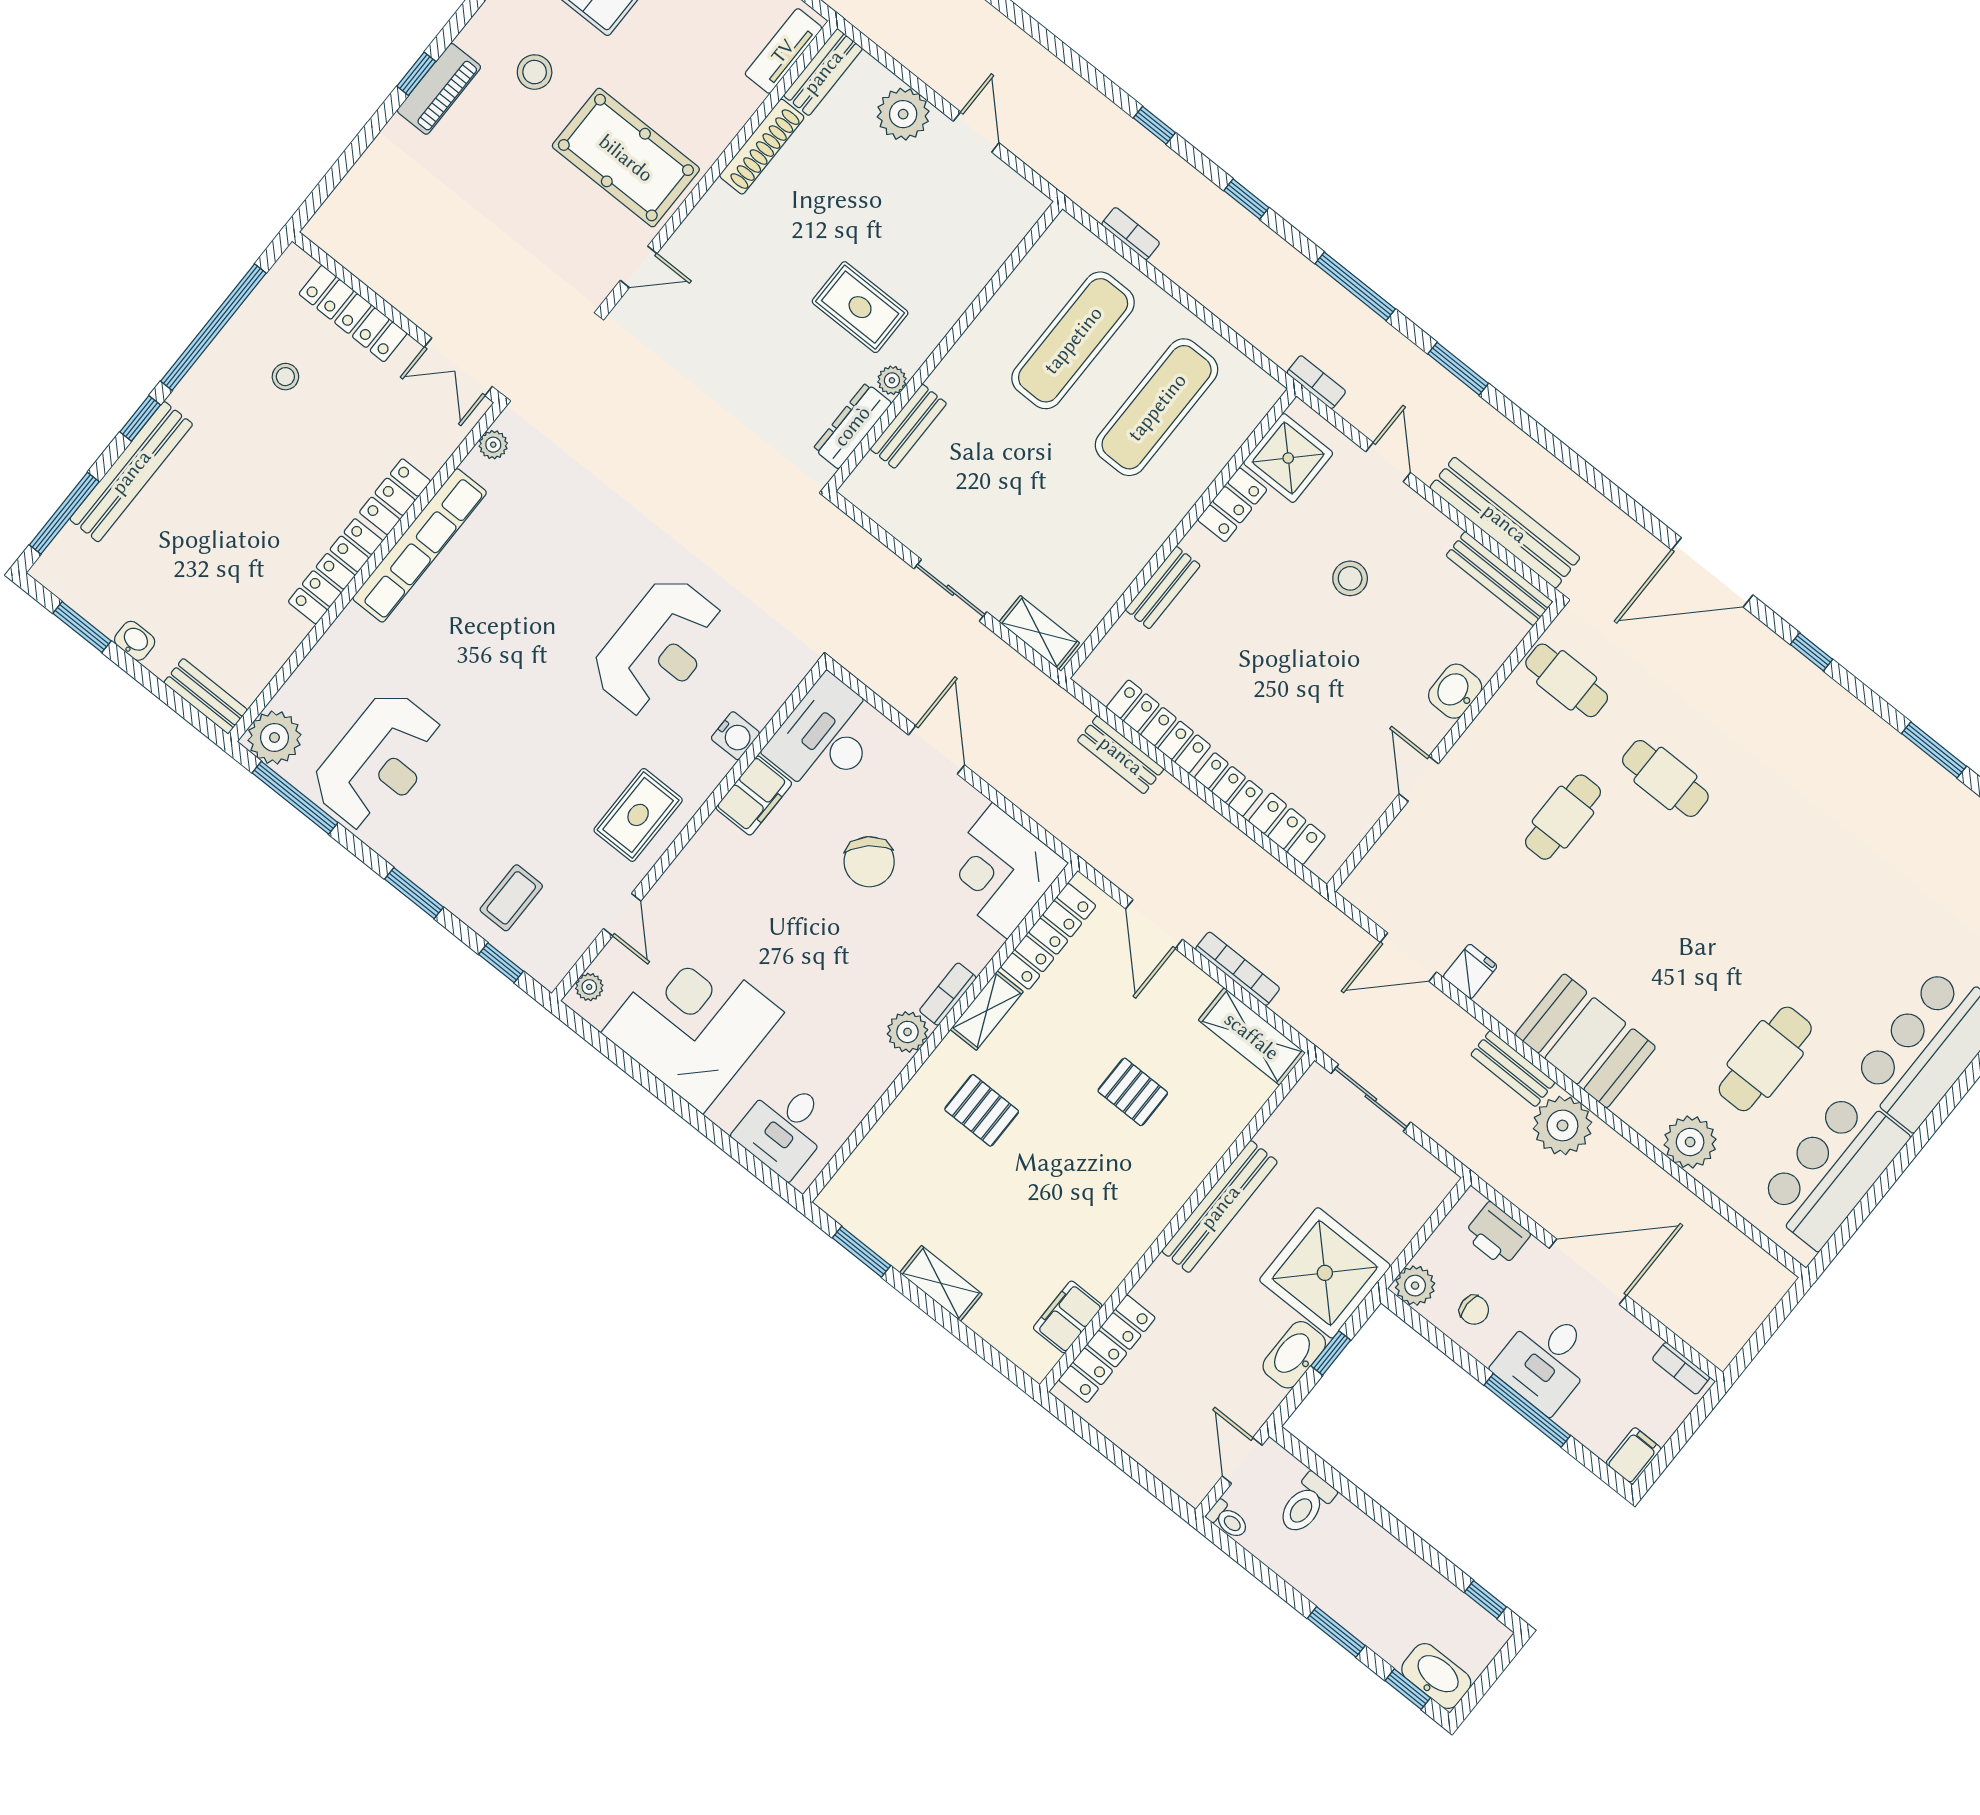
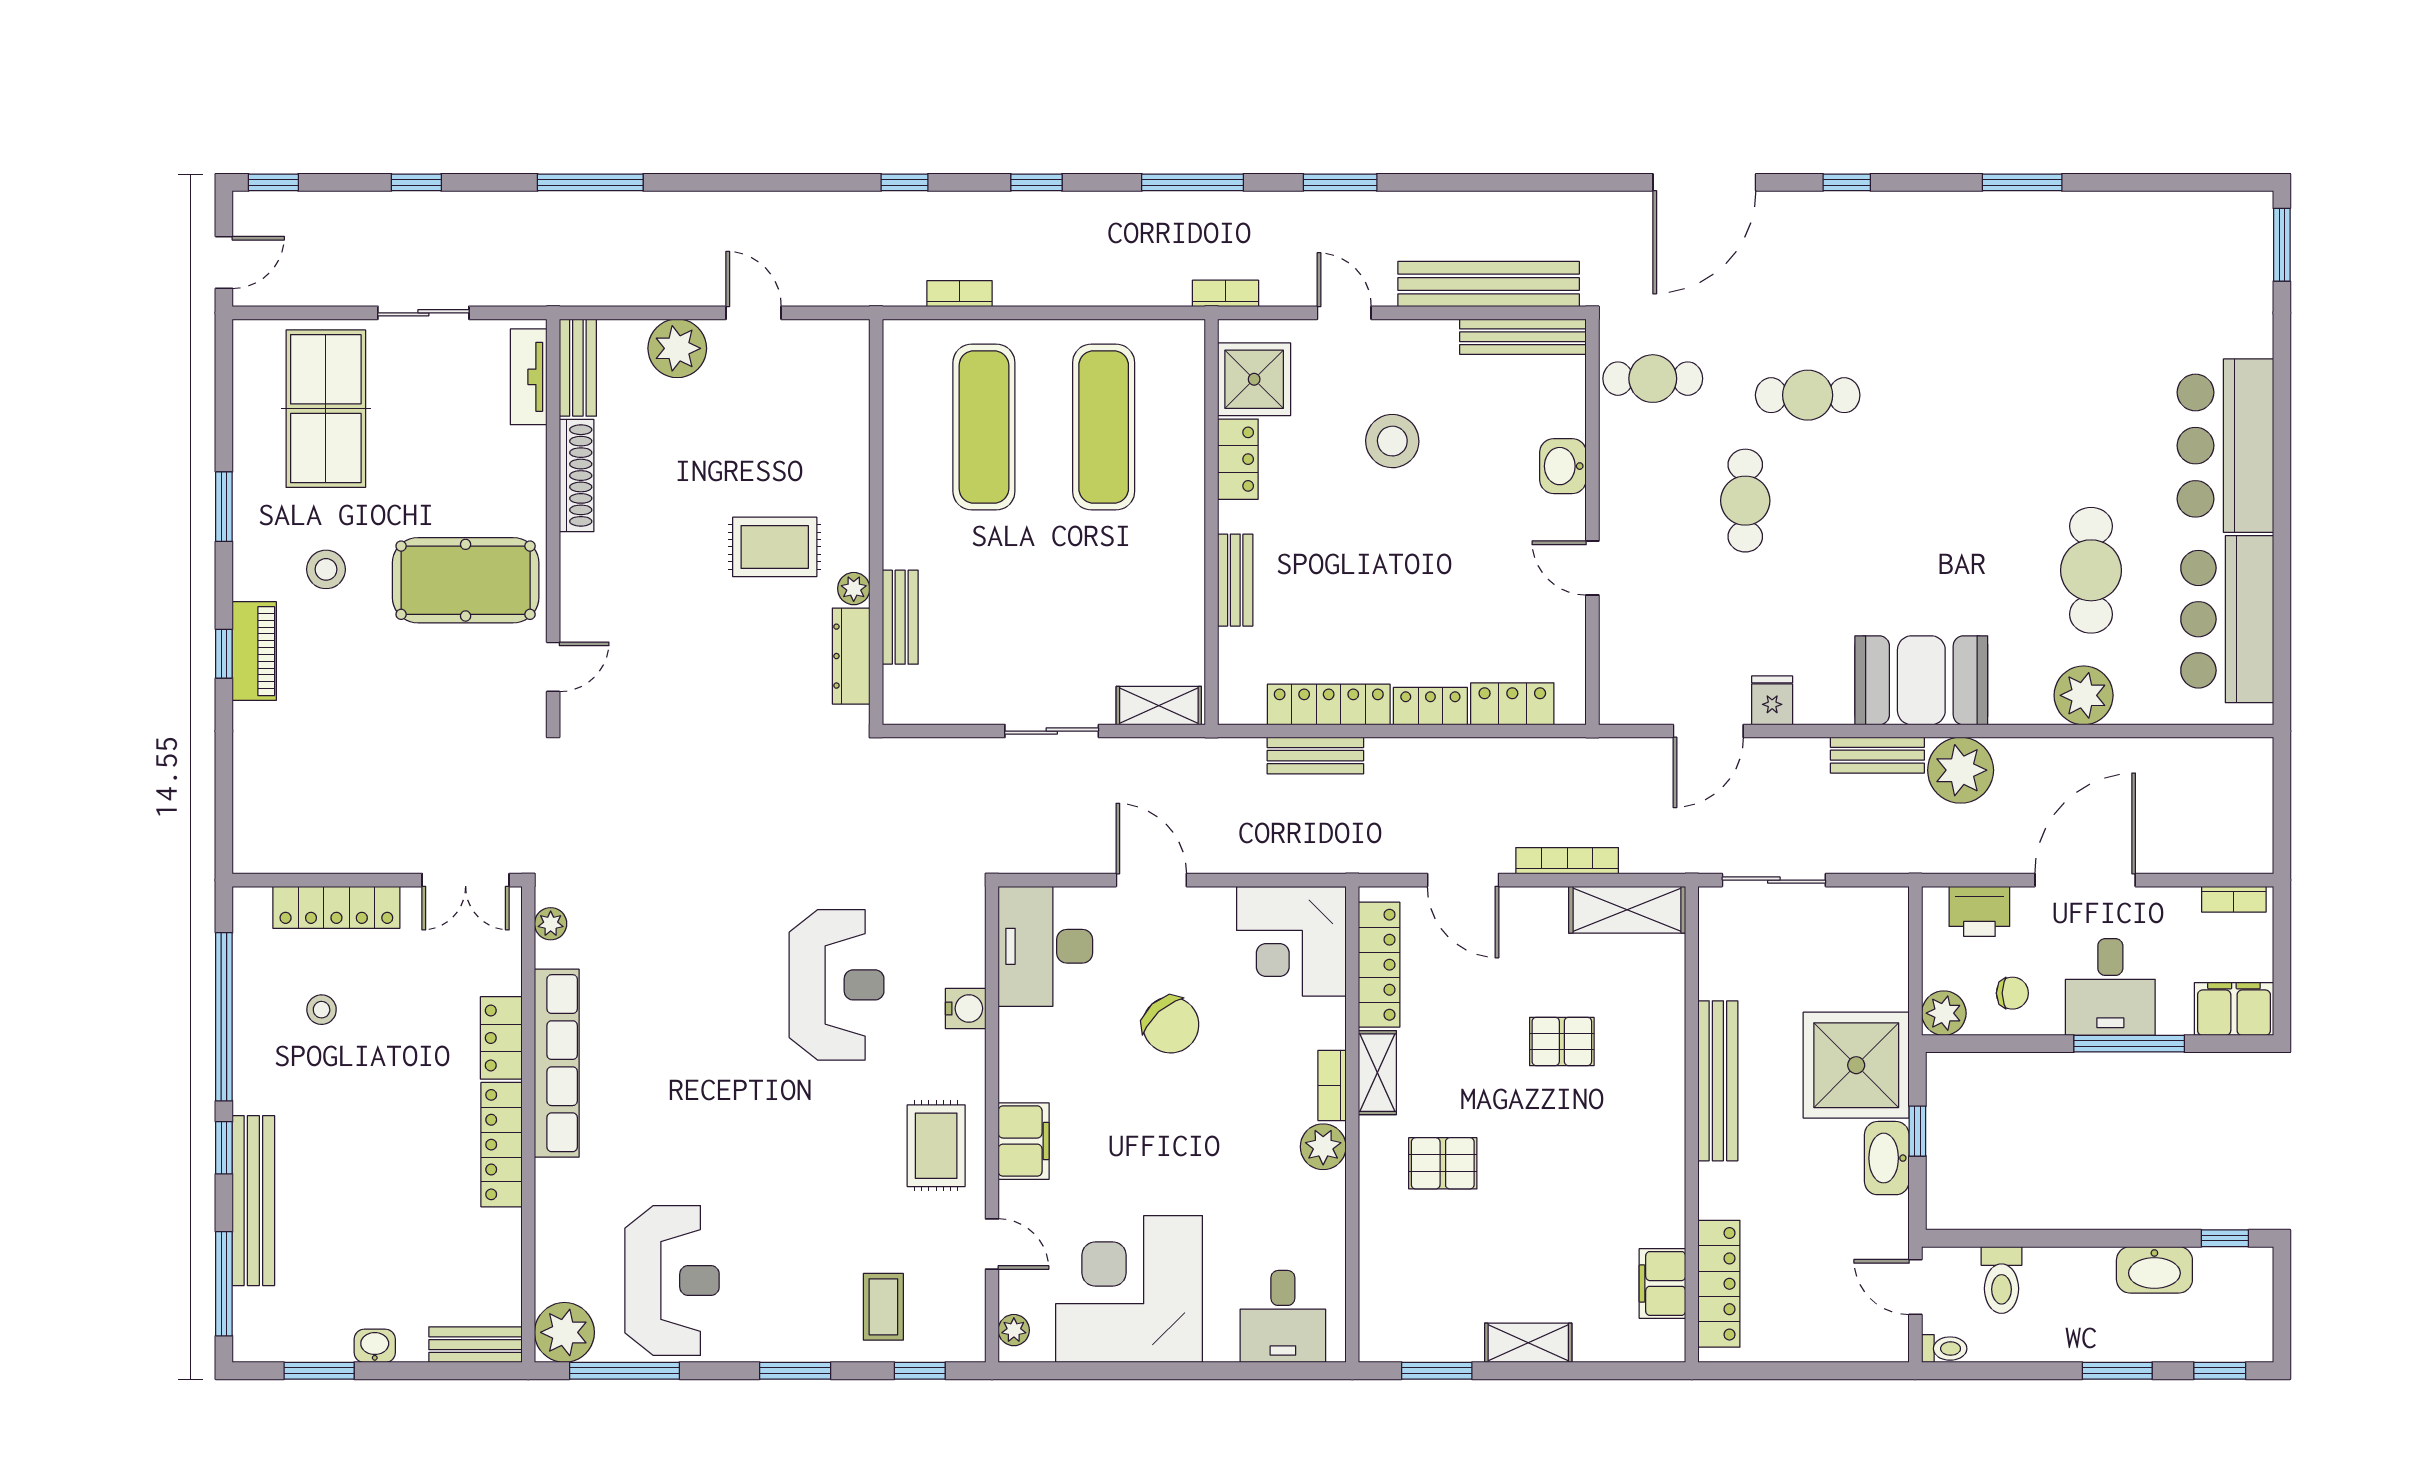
stool: (1350, 578) -> (1392, 441), width x1.38, depth x1.38
filing cabinet: (754, 796) -> (1024, 1141), moved
filing cabinet: (1634, 1456) -> (2234, 1009), width x2.00
washbasin: (1436, 1676) -> (2154, 1270), moved, turned 180

